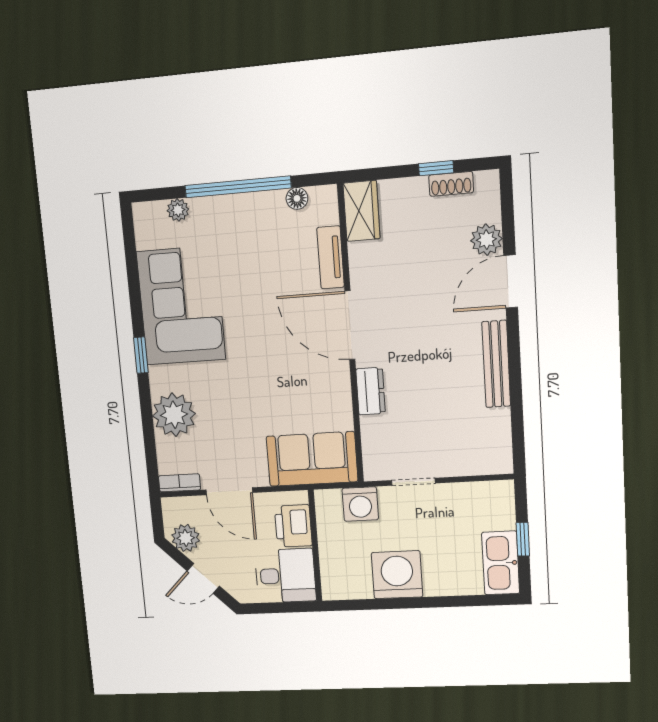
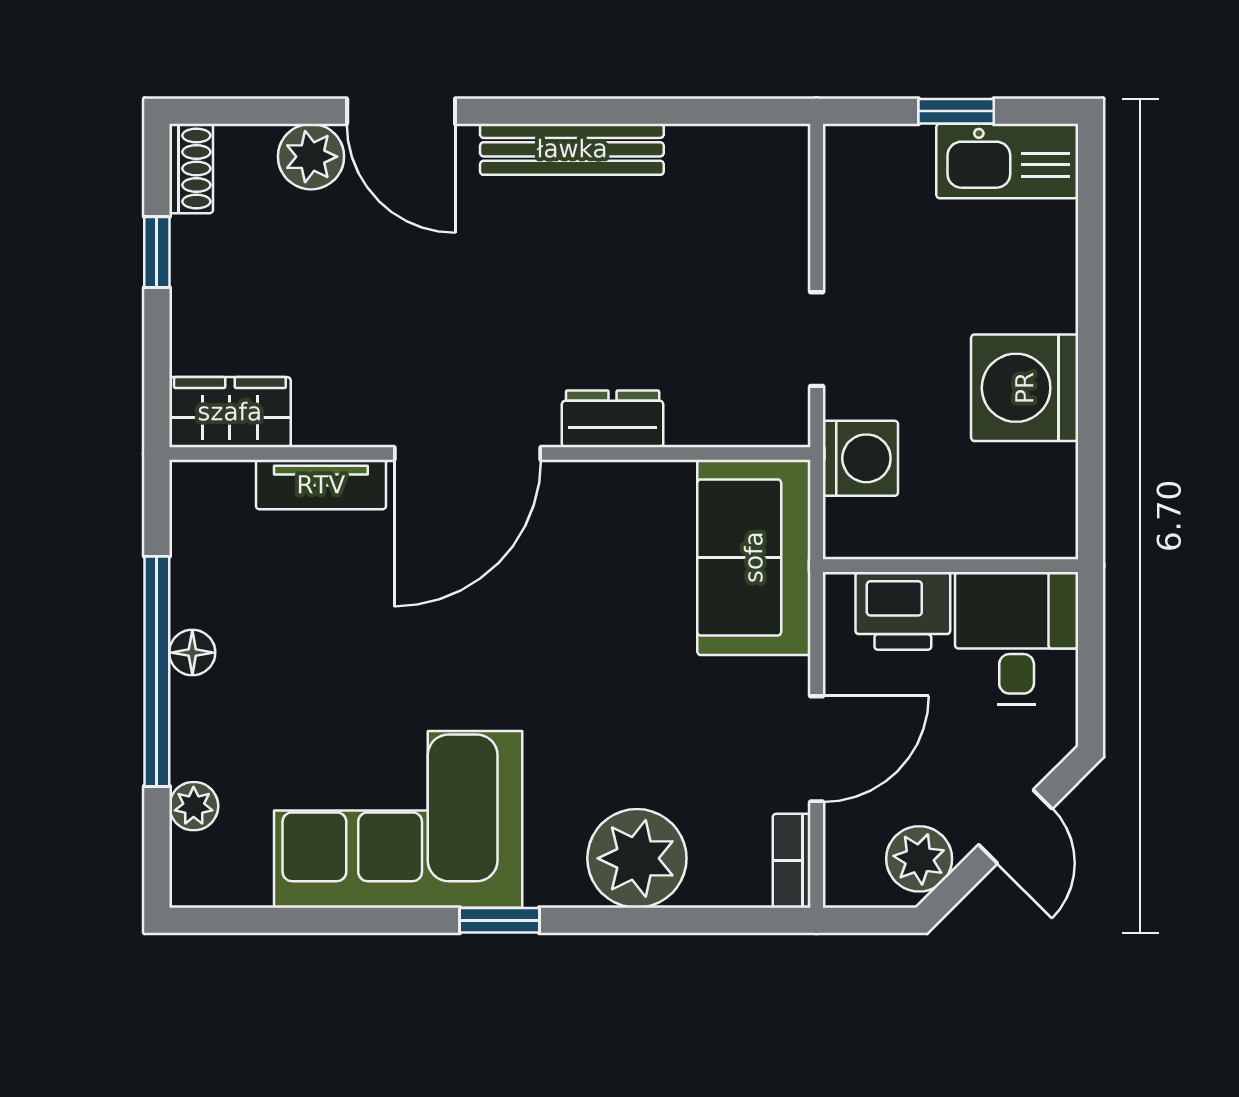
shoe rack: (451, 184) -> (191, 169), moved
floor lamp: (297, 198) -> (192, 653), moved

